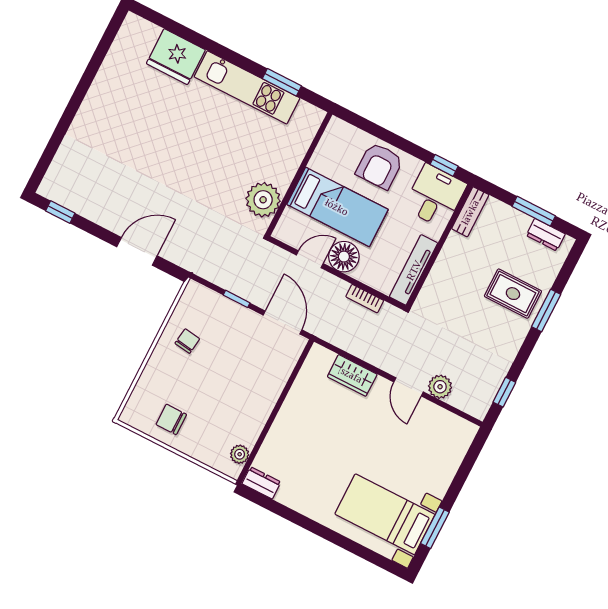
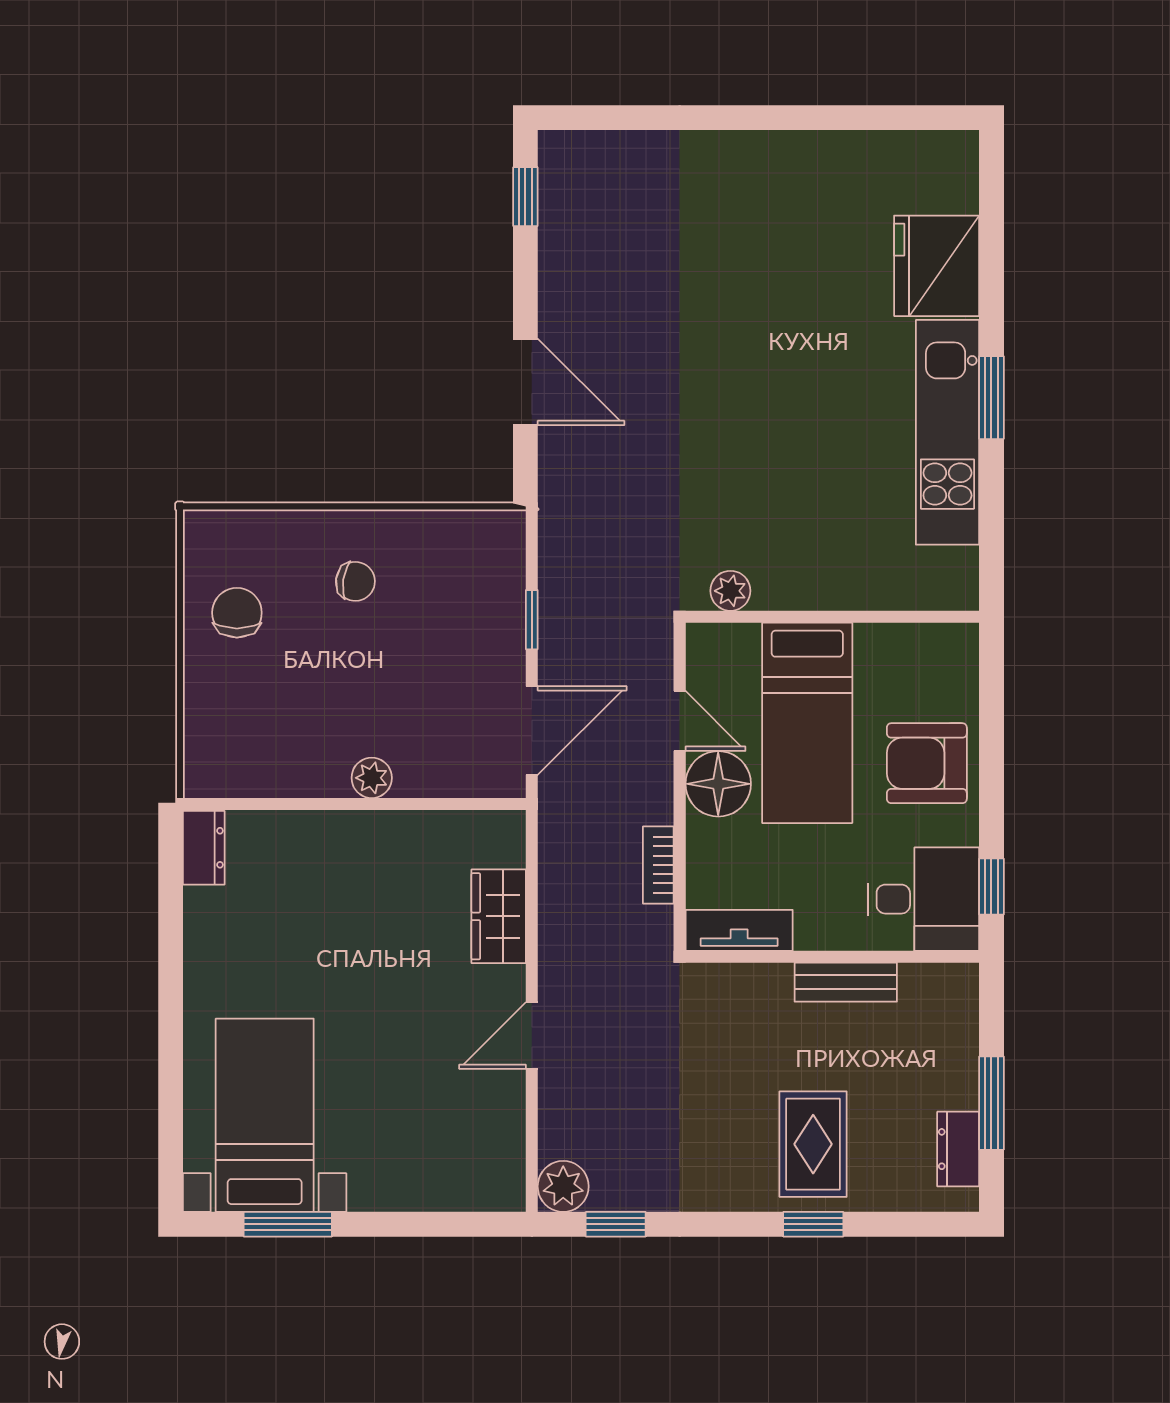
window: (282, 82) -> (991, 398), moved
plant: (263, 200) -> (730, 591), width x0.53, depth x0.53
bench: (470, 212) -> (846, 982), moved
tv unit: (414, 270) -> (739, 930), width x0.71
window: (546, 310) -> (813, 1224), width x0.67
chair: (187, 341) -> (355, 581), moved
plant: (440, 387) -> (563, 1186), moved
plant: (240, 454) -> (372, 778), moved

